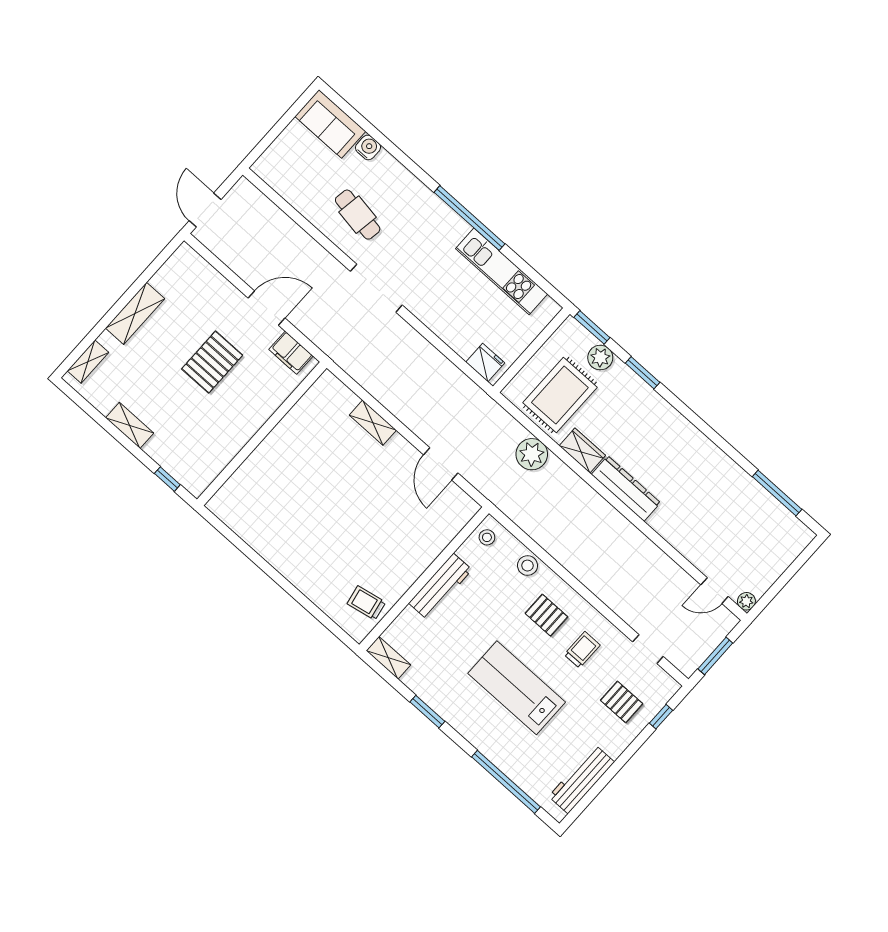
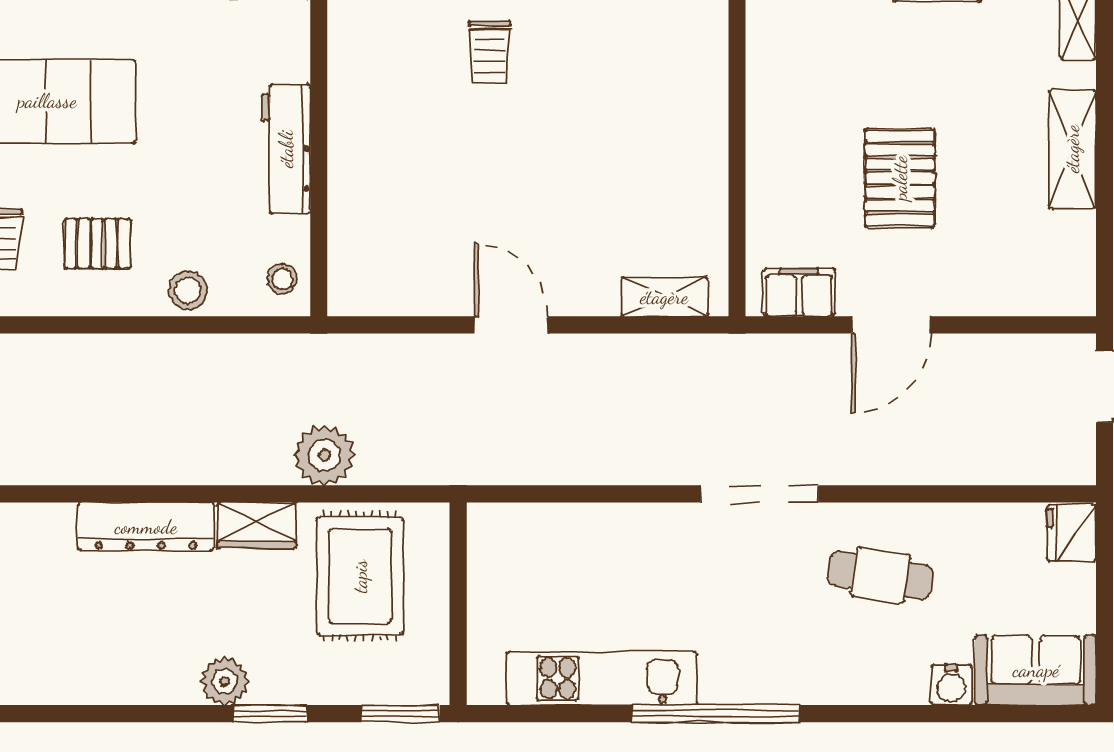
plant: (600, 358) -> (224, 681), moved
fridge: (485, 362) -> (1071, 533), moved, turned 90
shelving: (373, 423) -> (664, 297), moved
door: (441, 464) -> (511, 325), moved
trolley: (366, 603) -> (490, 52), moved, turned 101

